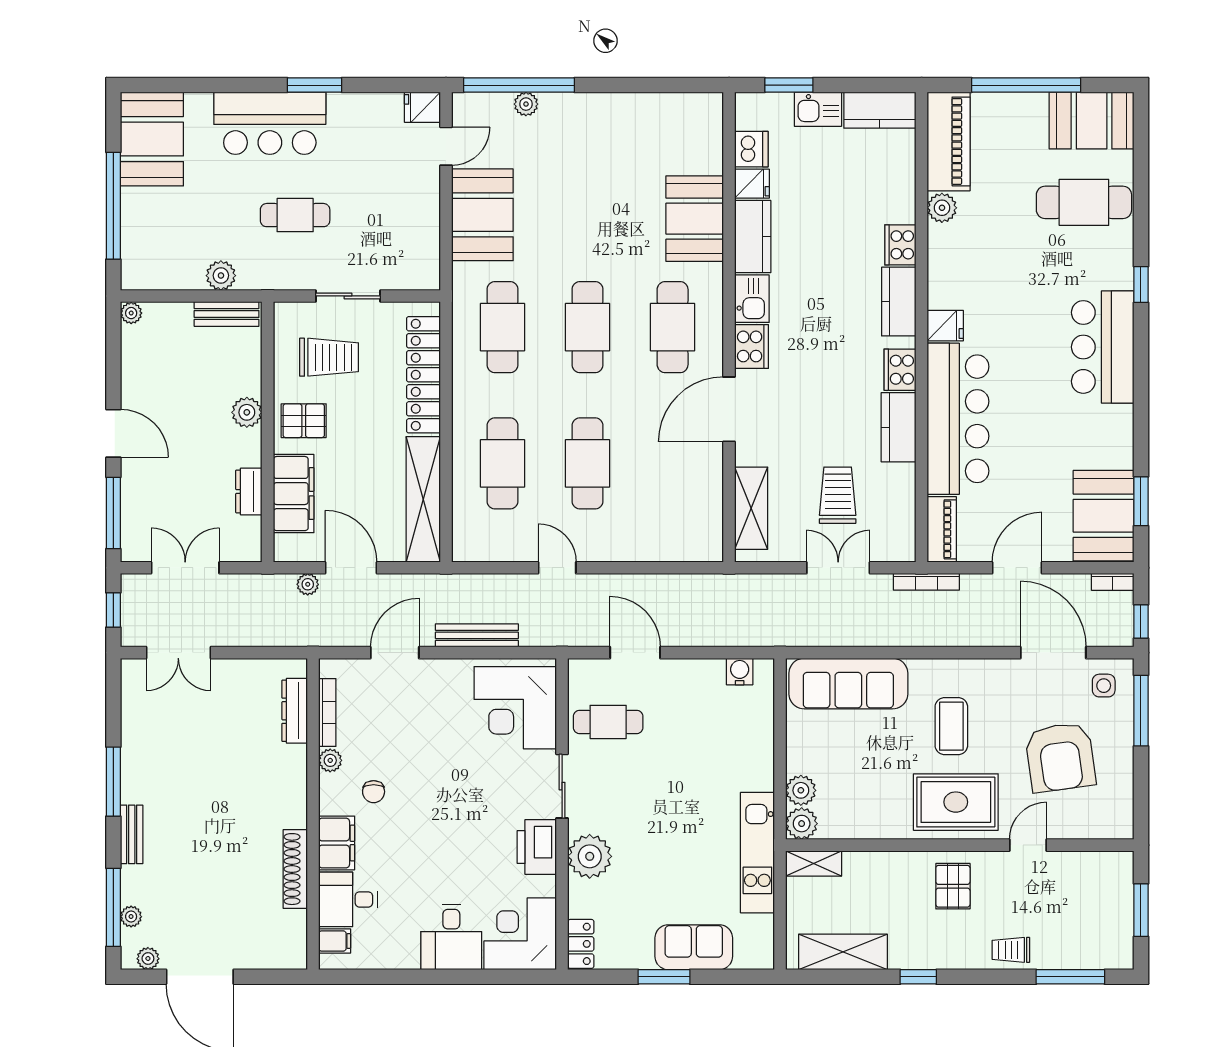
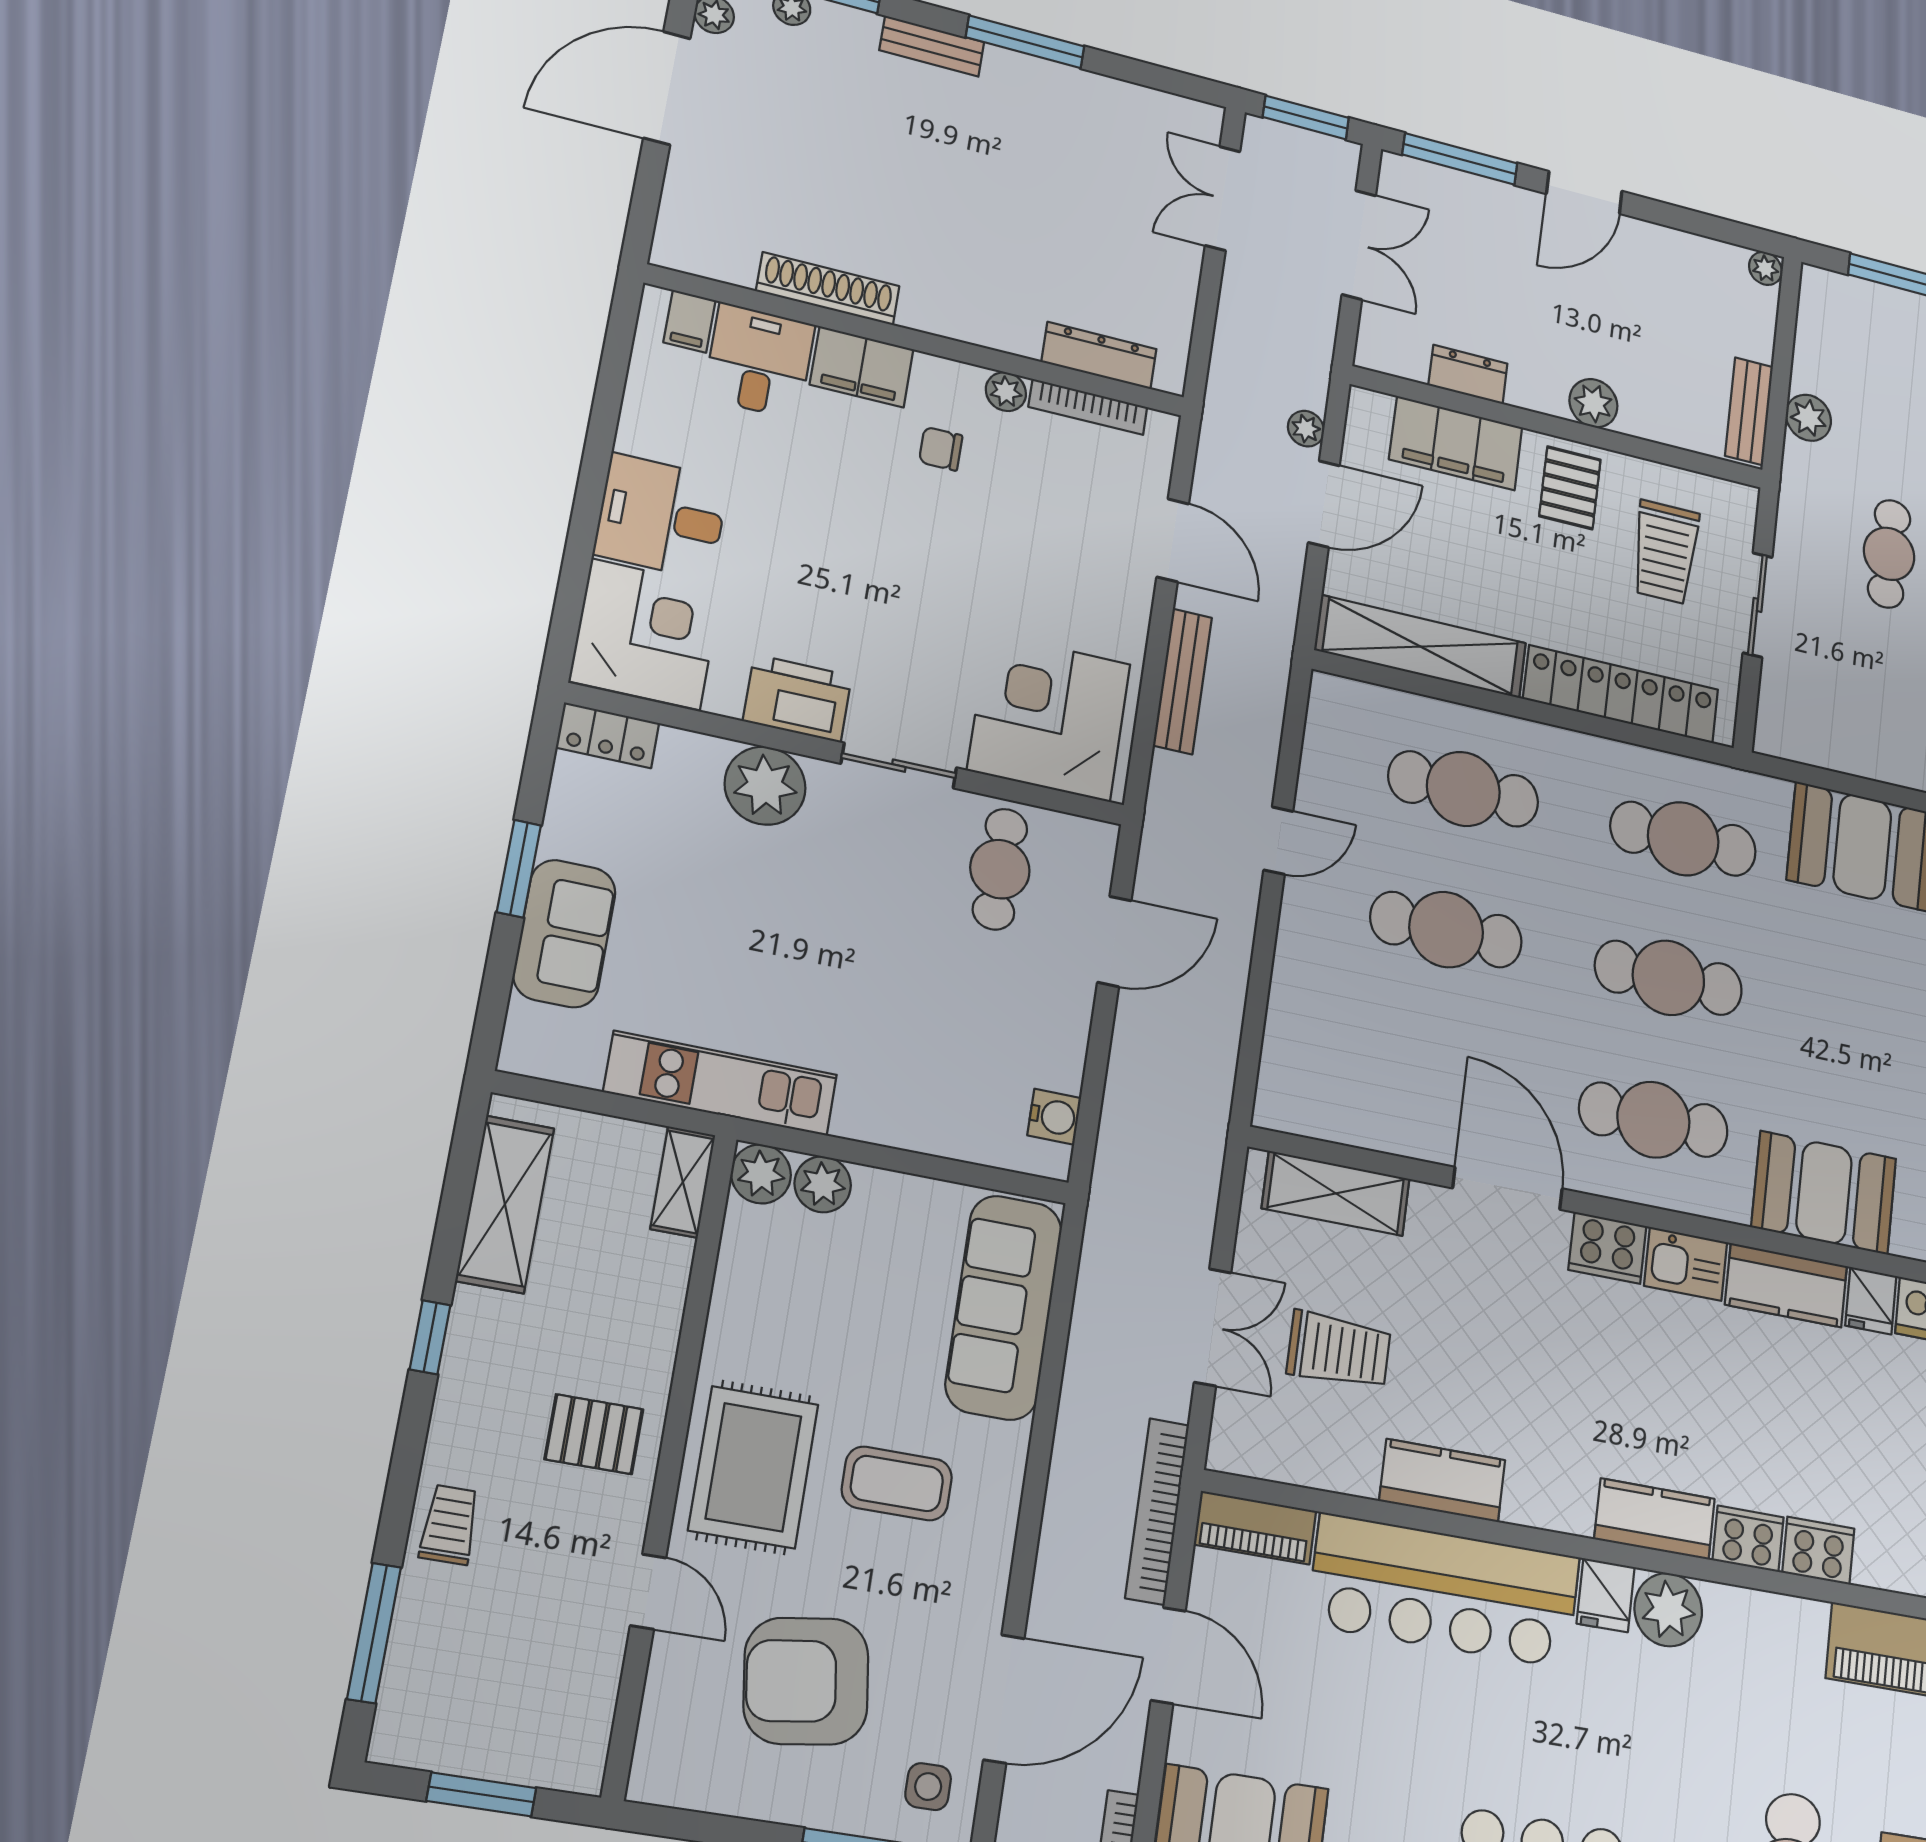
plant: (942, 208) -> (1668, 1610), moved, width x1.36, depth x1.36
cooker: (900, 370) -> (1818, 1551), moved
bookcase: (926, 582) -> (1157, 1511), width x1.48, depth x1.31
window: (113, 610) -> (1306, 117), width x1.50

